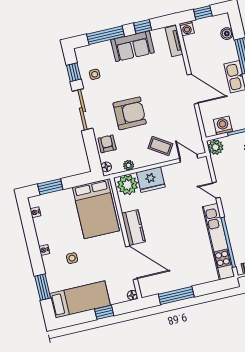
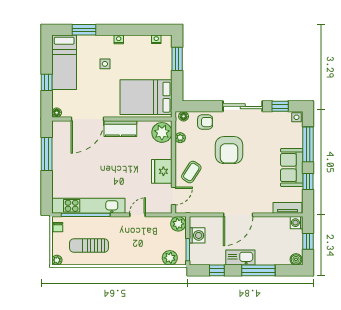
boiler: (227, 34) -> (296, 259), moved
side table: (95, 74) -> (296, 117), moved
fridge: (151, 180) -> (162, 171), moved

